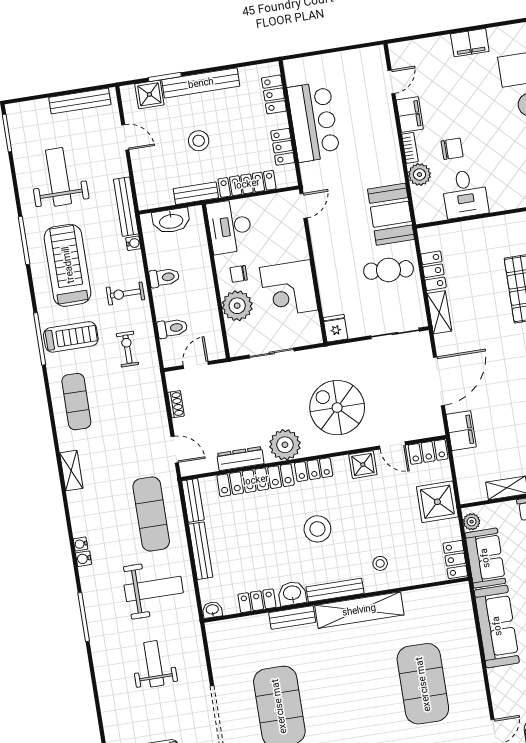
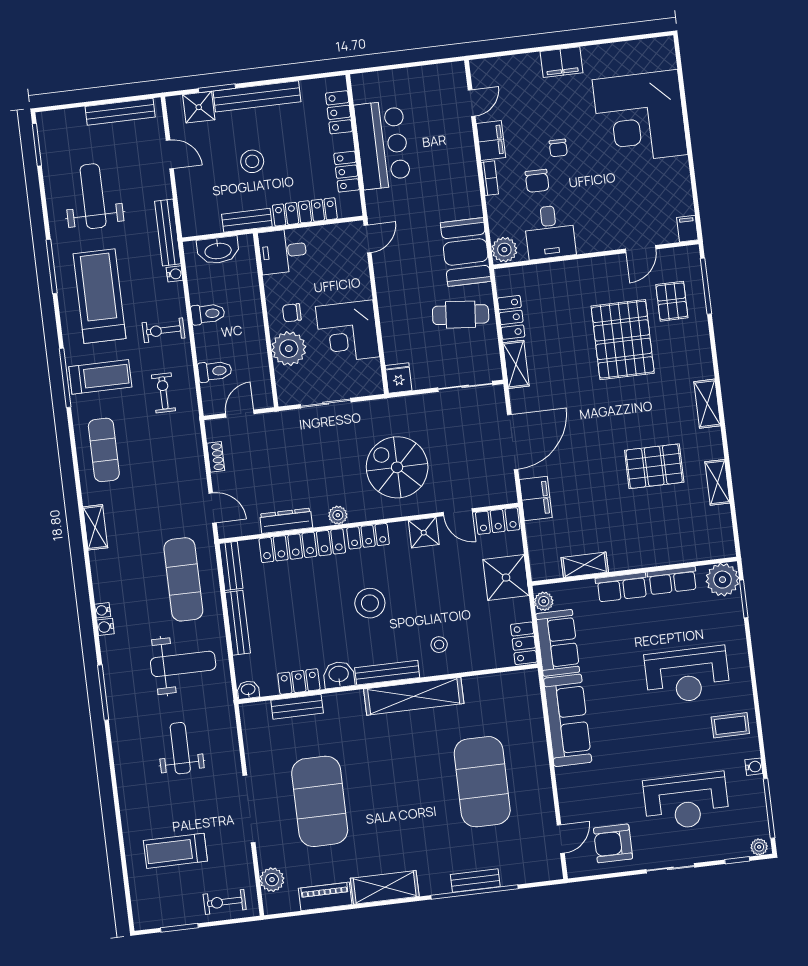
chair: (470, 119) -> (558, 148), added
chair: (452, 149) -> (537, 181), turned 90
plant: (419, 175) -> (504, 250), moved
desk: (230, 226) -> (283, 251), width x0.73
plant: (285, 445) -> (338, 515), width x0.53, depth x0.53
bench: (292, 617) -> (297, 707), moved

